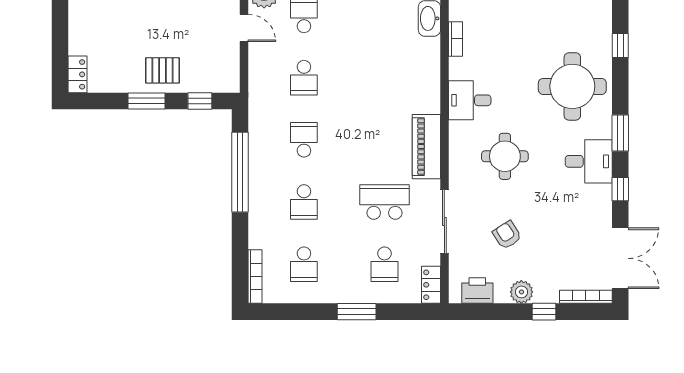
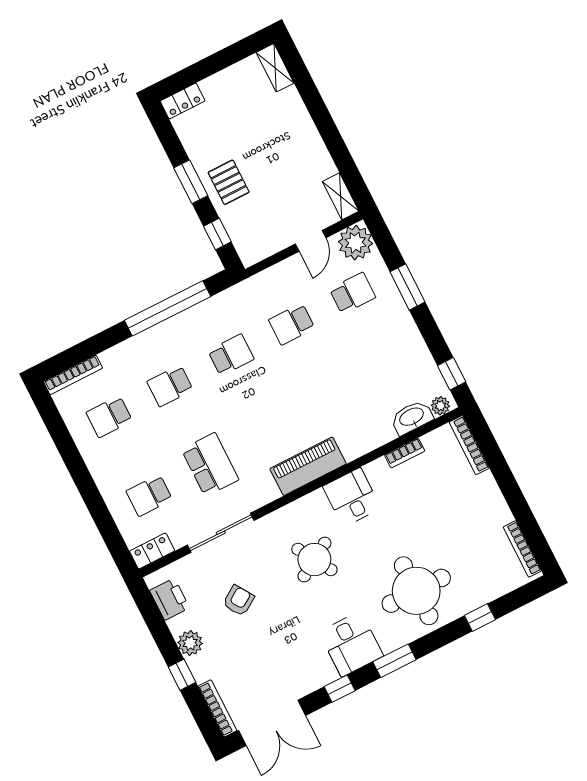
piano: (426, 147) -> (308, 466), moved
round table: (505, 156) -> (314, 560), turned -31
window: (357, 312) -> (89, 492), removed

